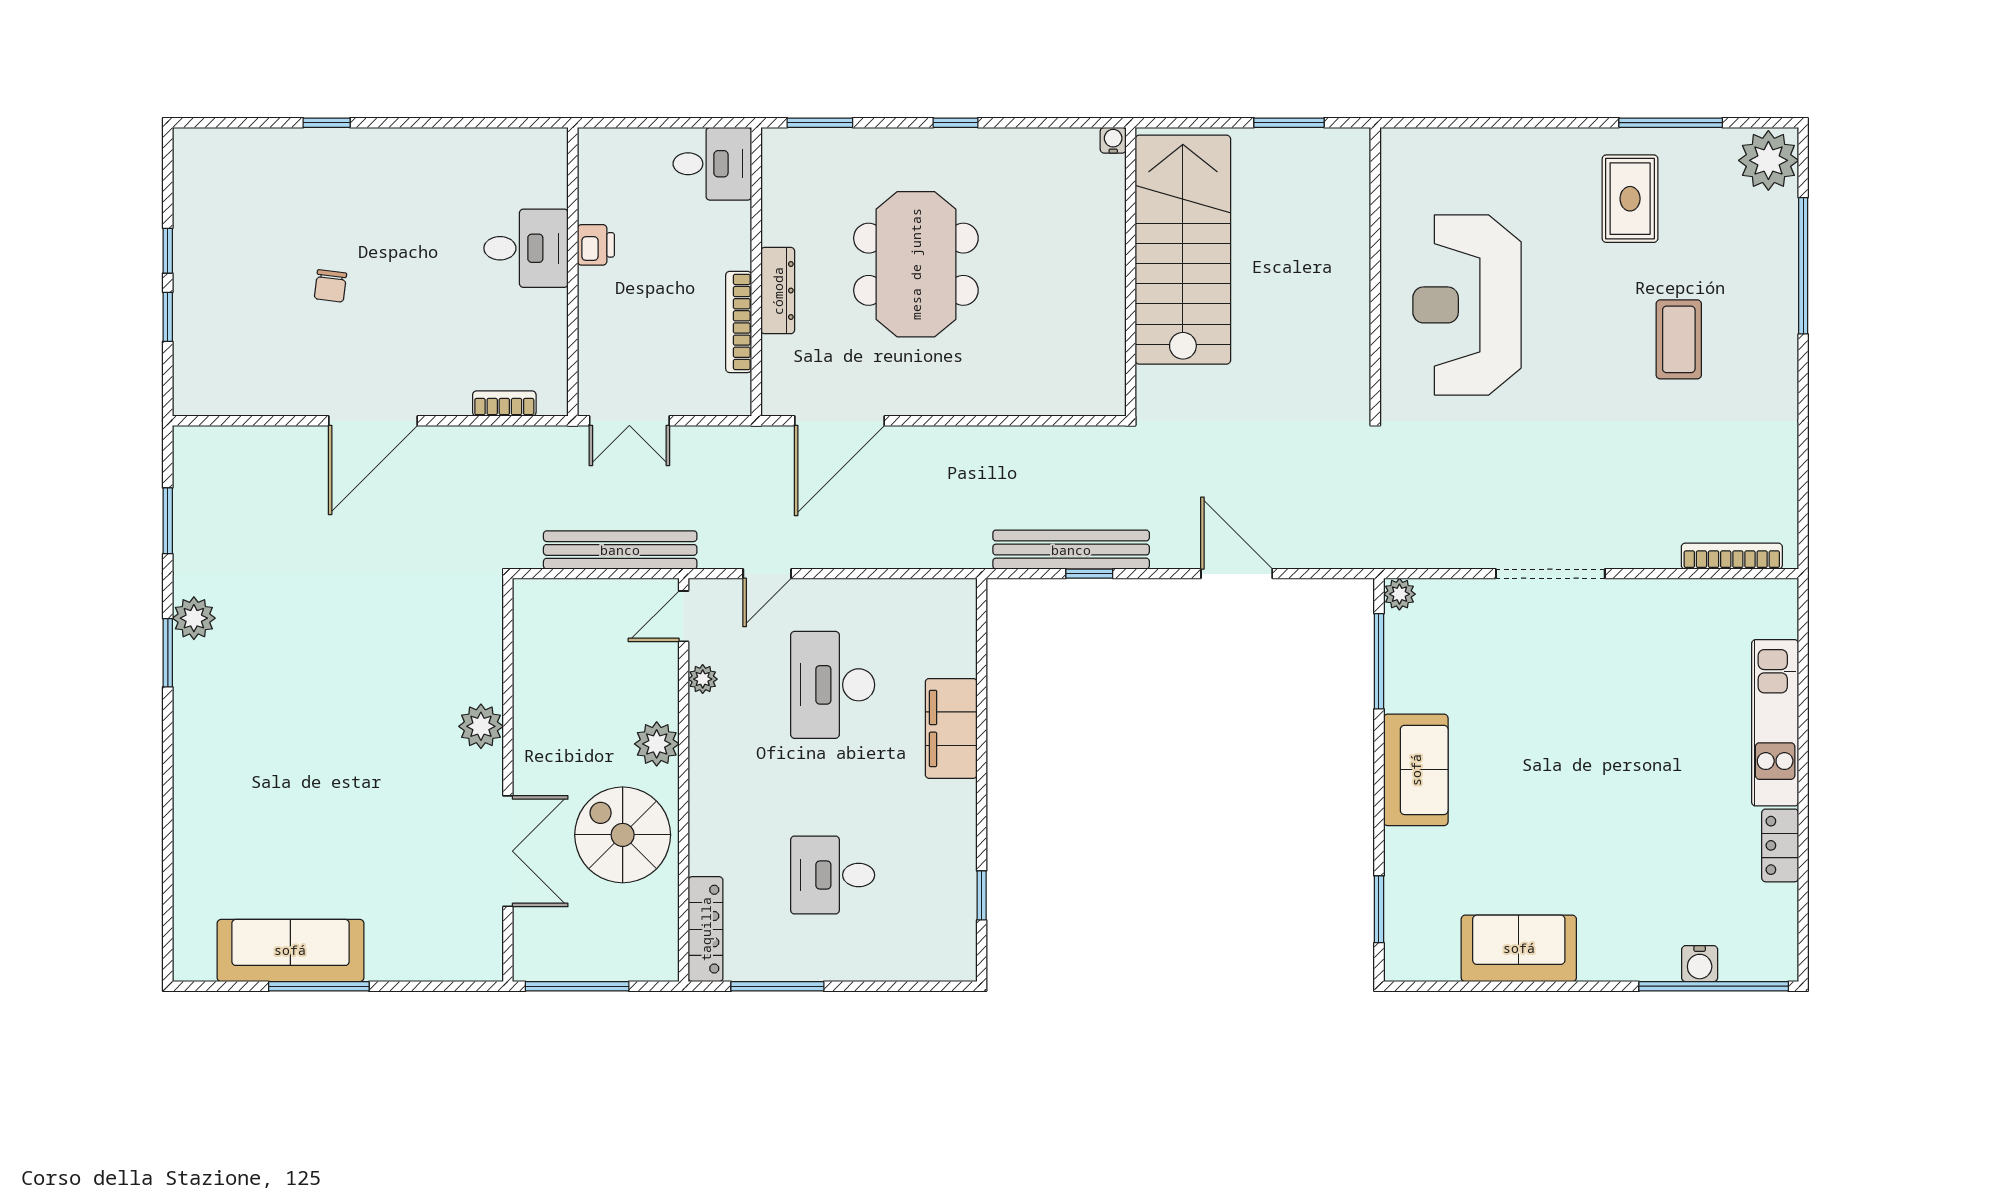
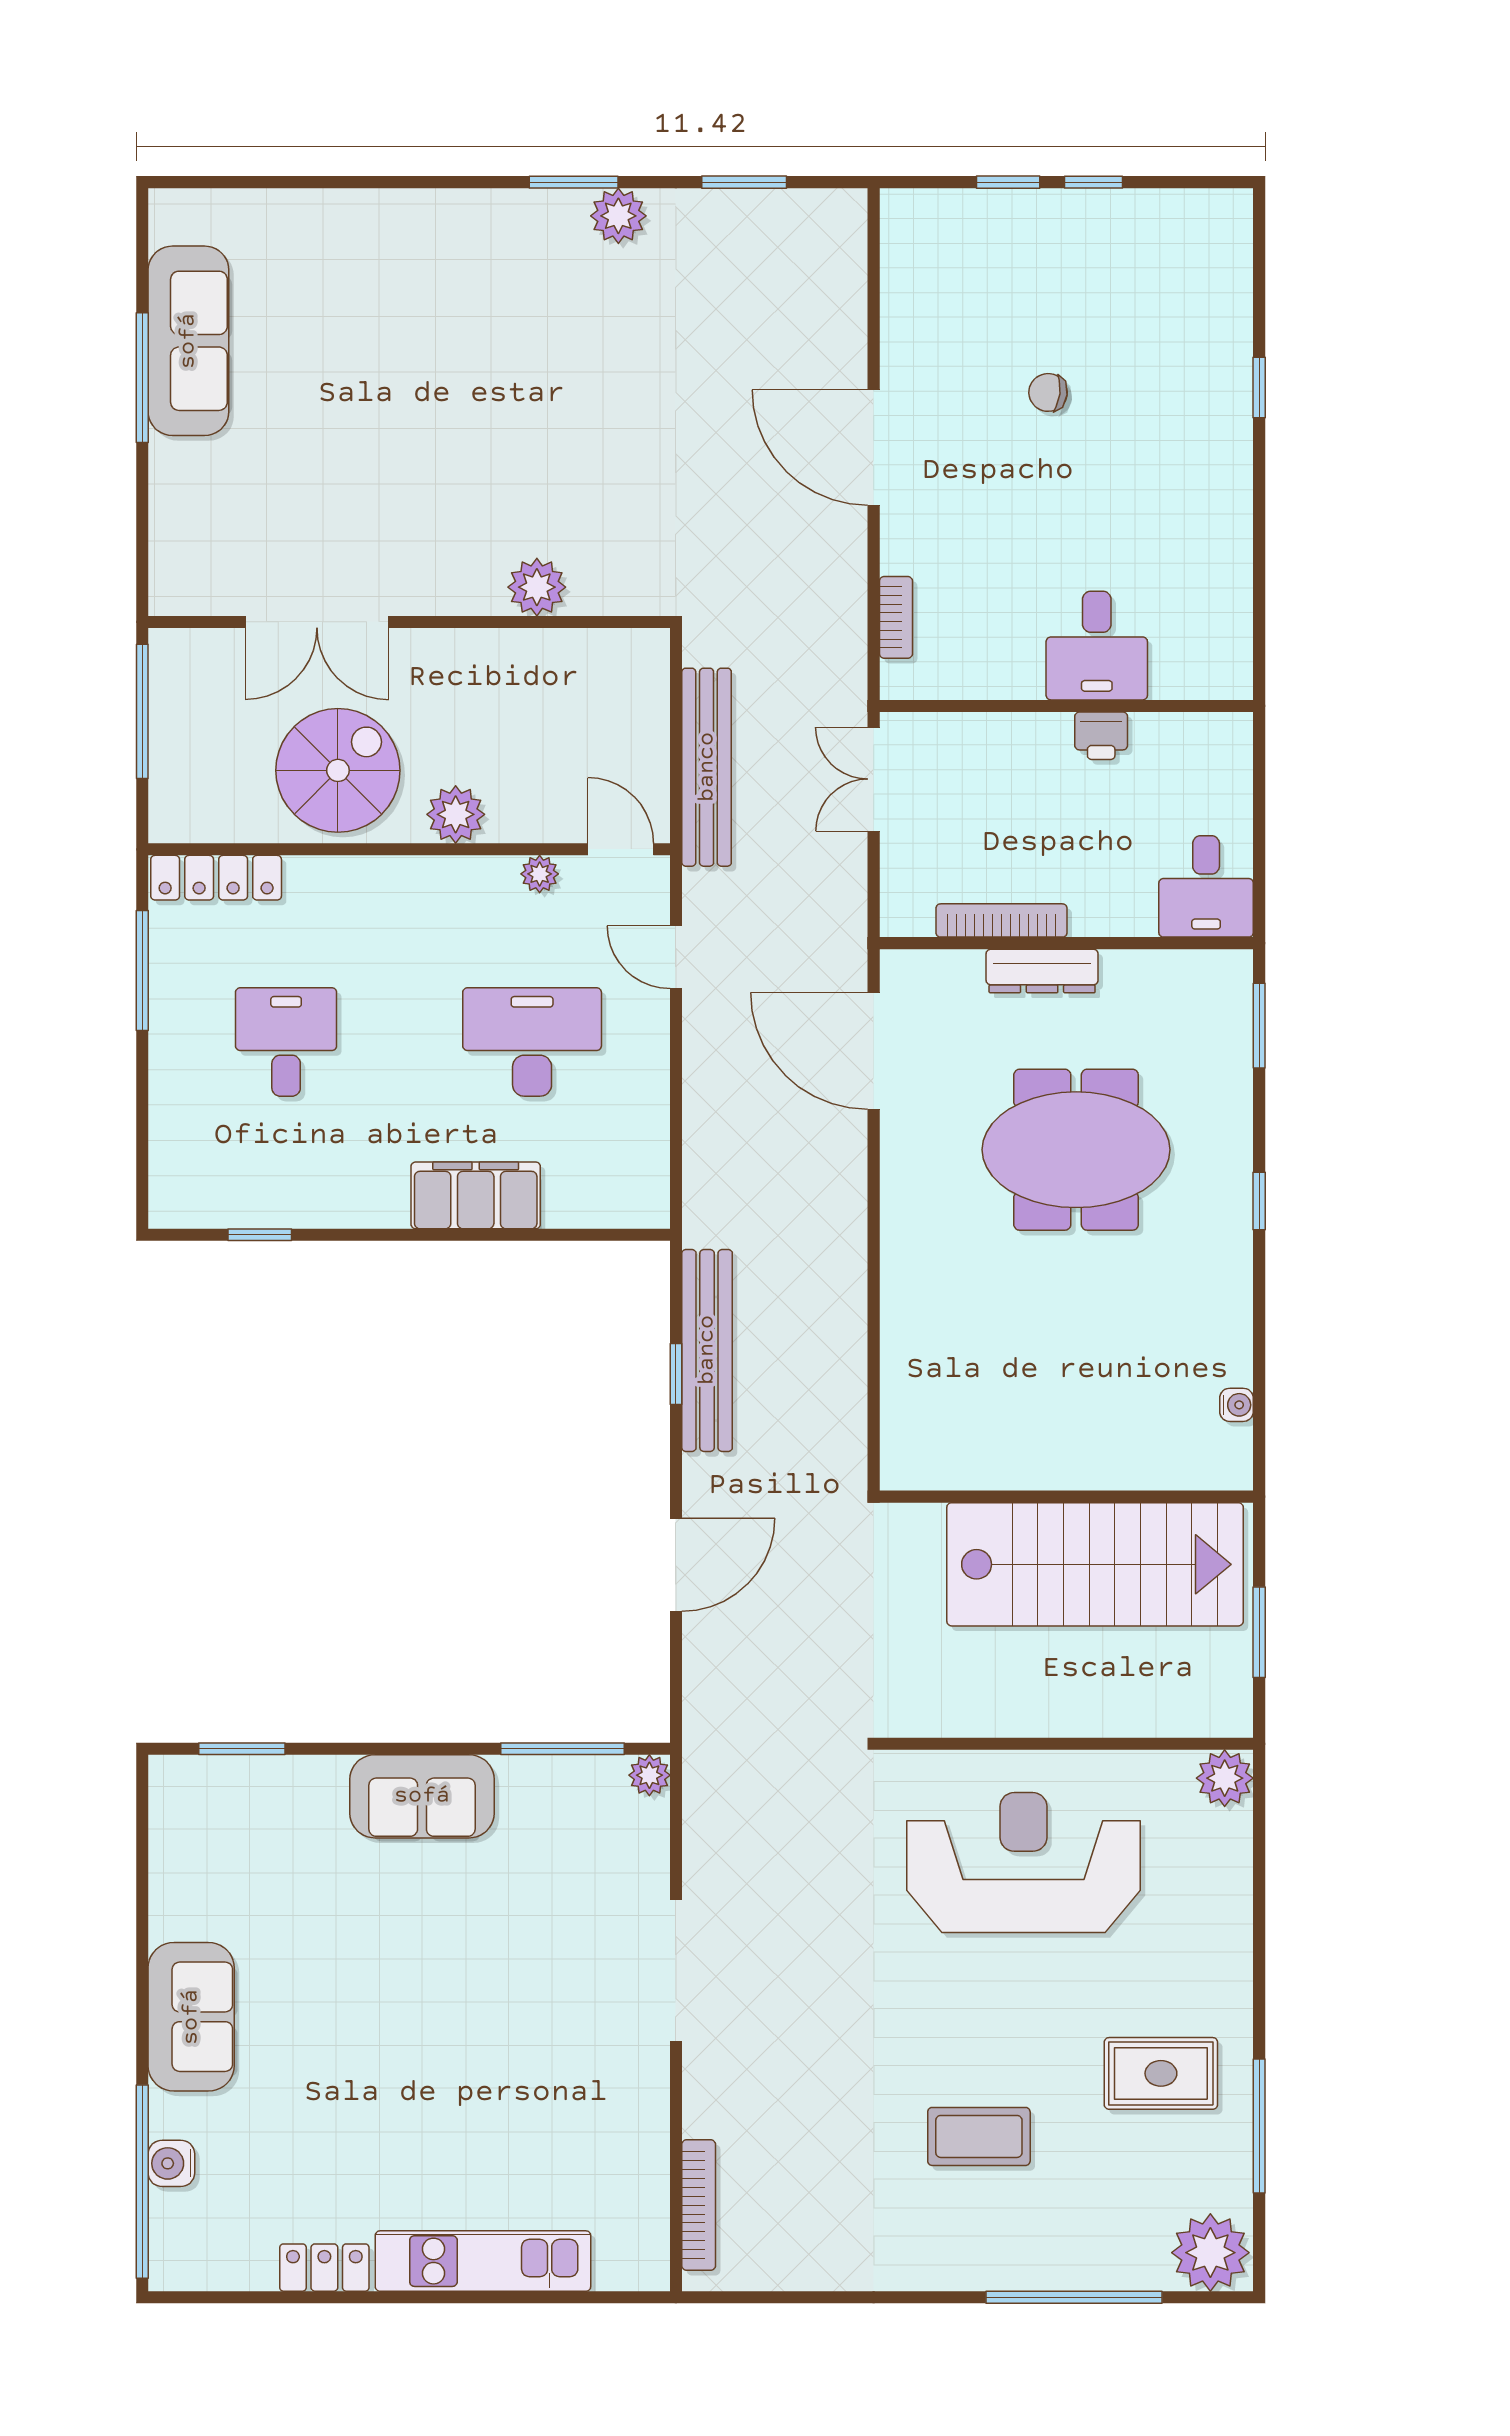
plant: (1402, 149) -> (1225, 1778), added
stairs: (1183, 250) -> (1095, 1564), moved
wall: (1131, 272) -> (1066, 1497), moved
plant: (481, 726) -> (537, 587), moved
sofa: (1519, 948) -> (191, 2017), moved

